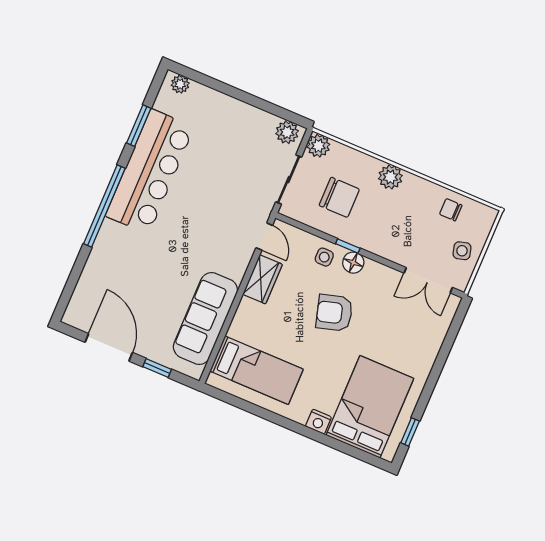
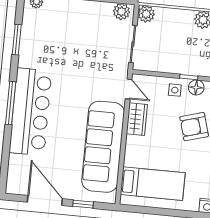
bar counter: (150, 171) -> (30, 112), moved
chair: (339, 197) -> (172, 45), removed
window: (104, 206) -> (11, 103), width x0.68
sofa: (205, 318) -> (103, 147), width x1.36, depth x1.27

